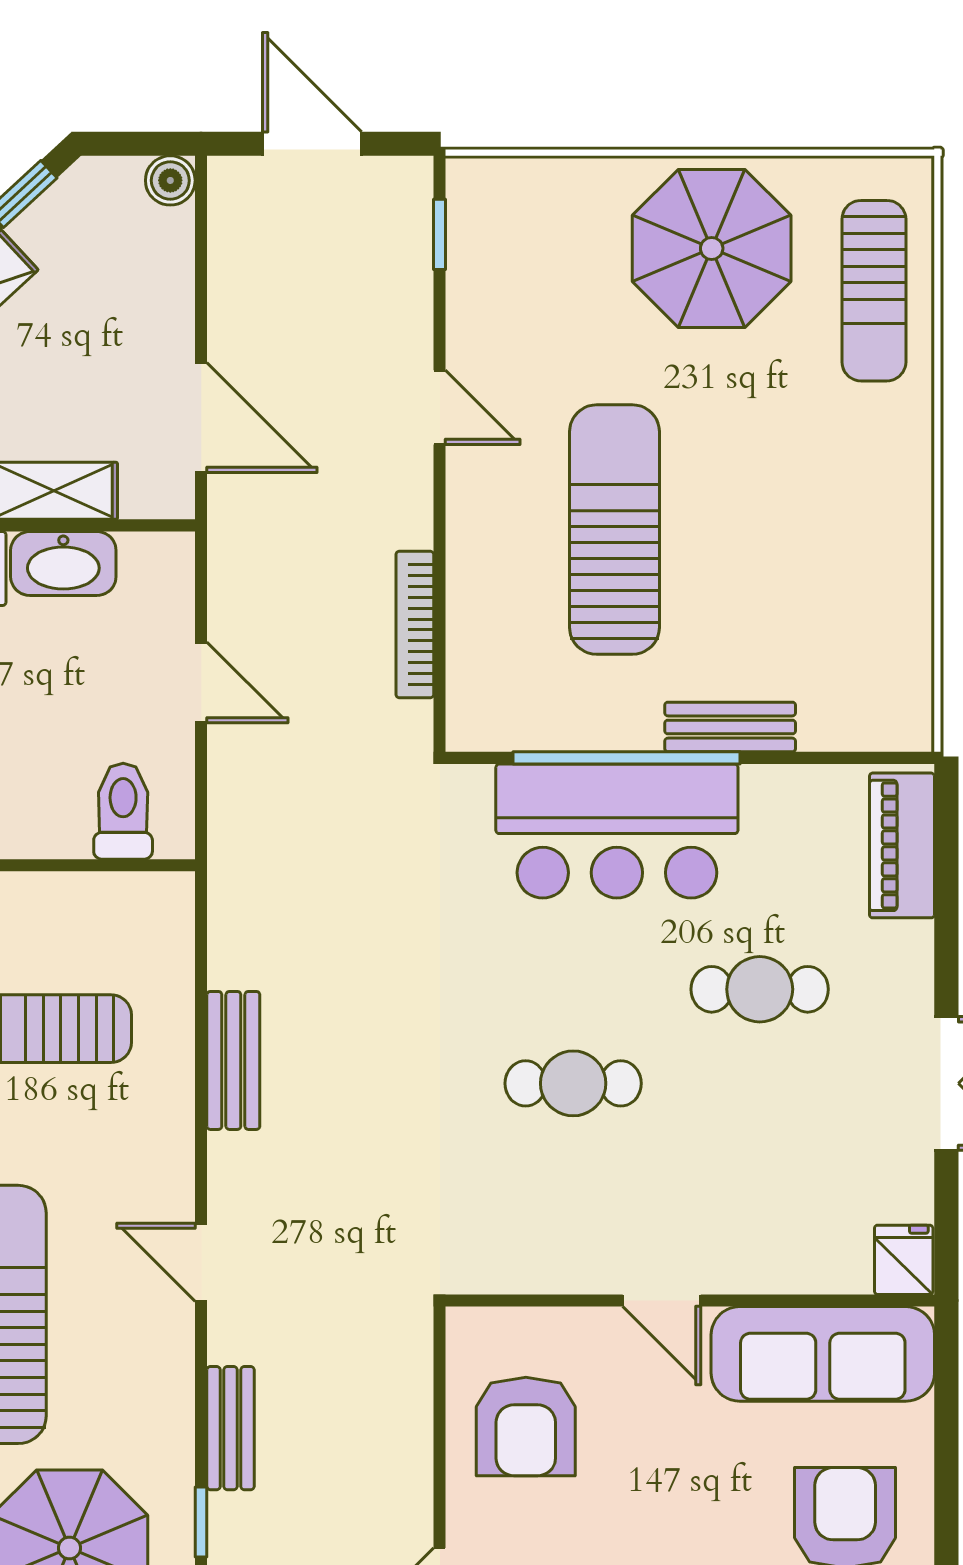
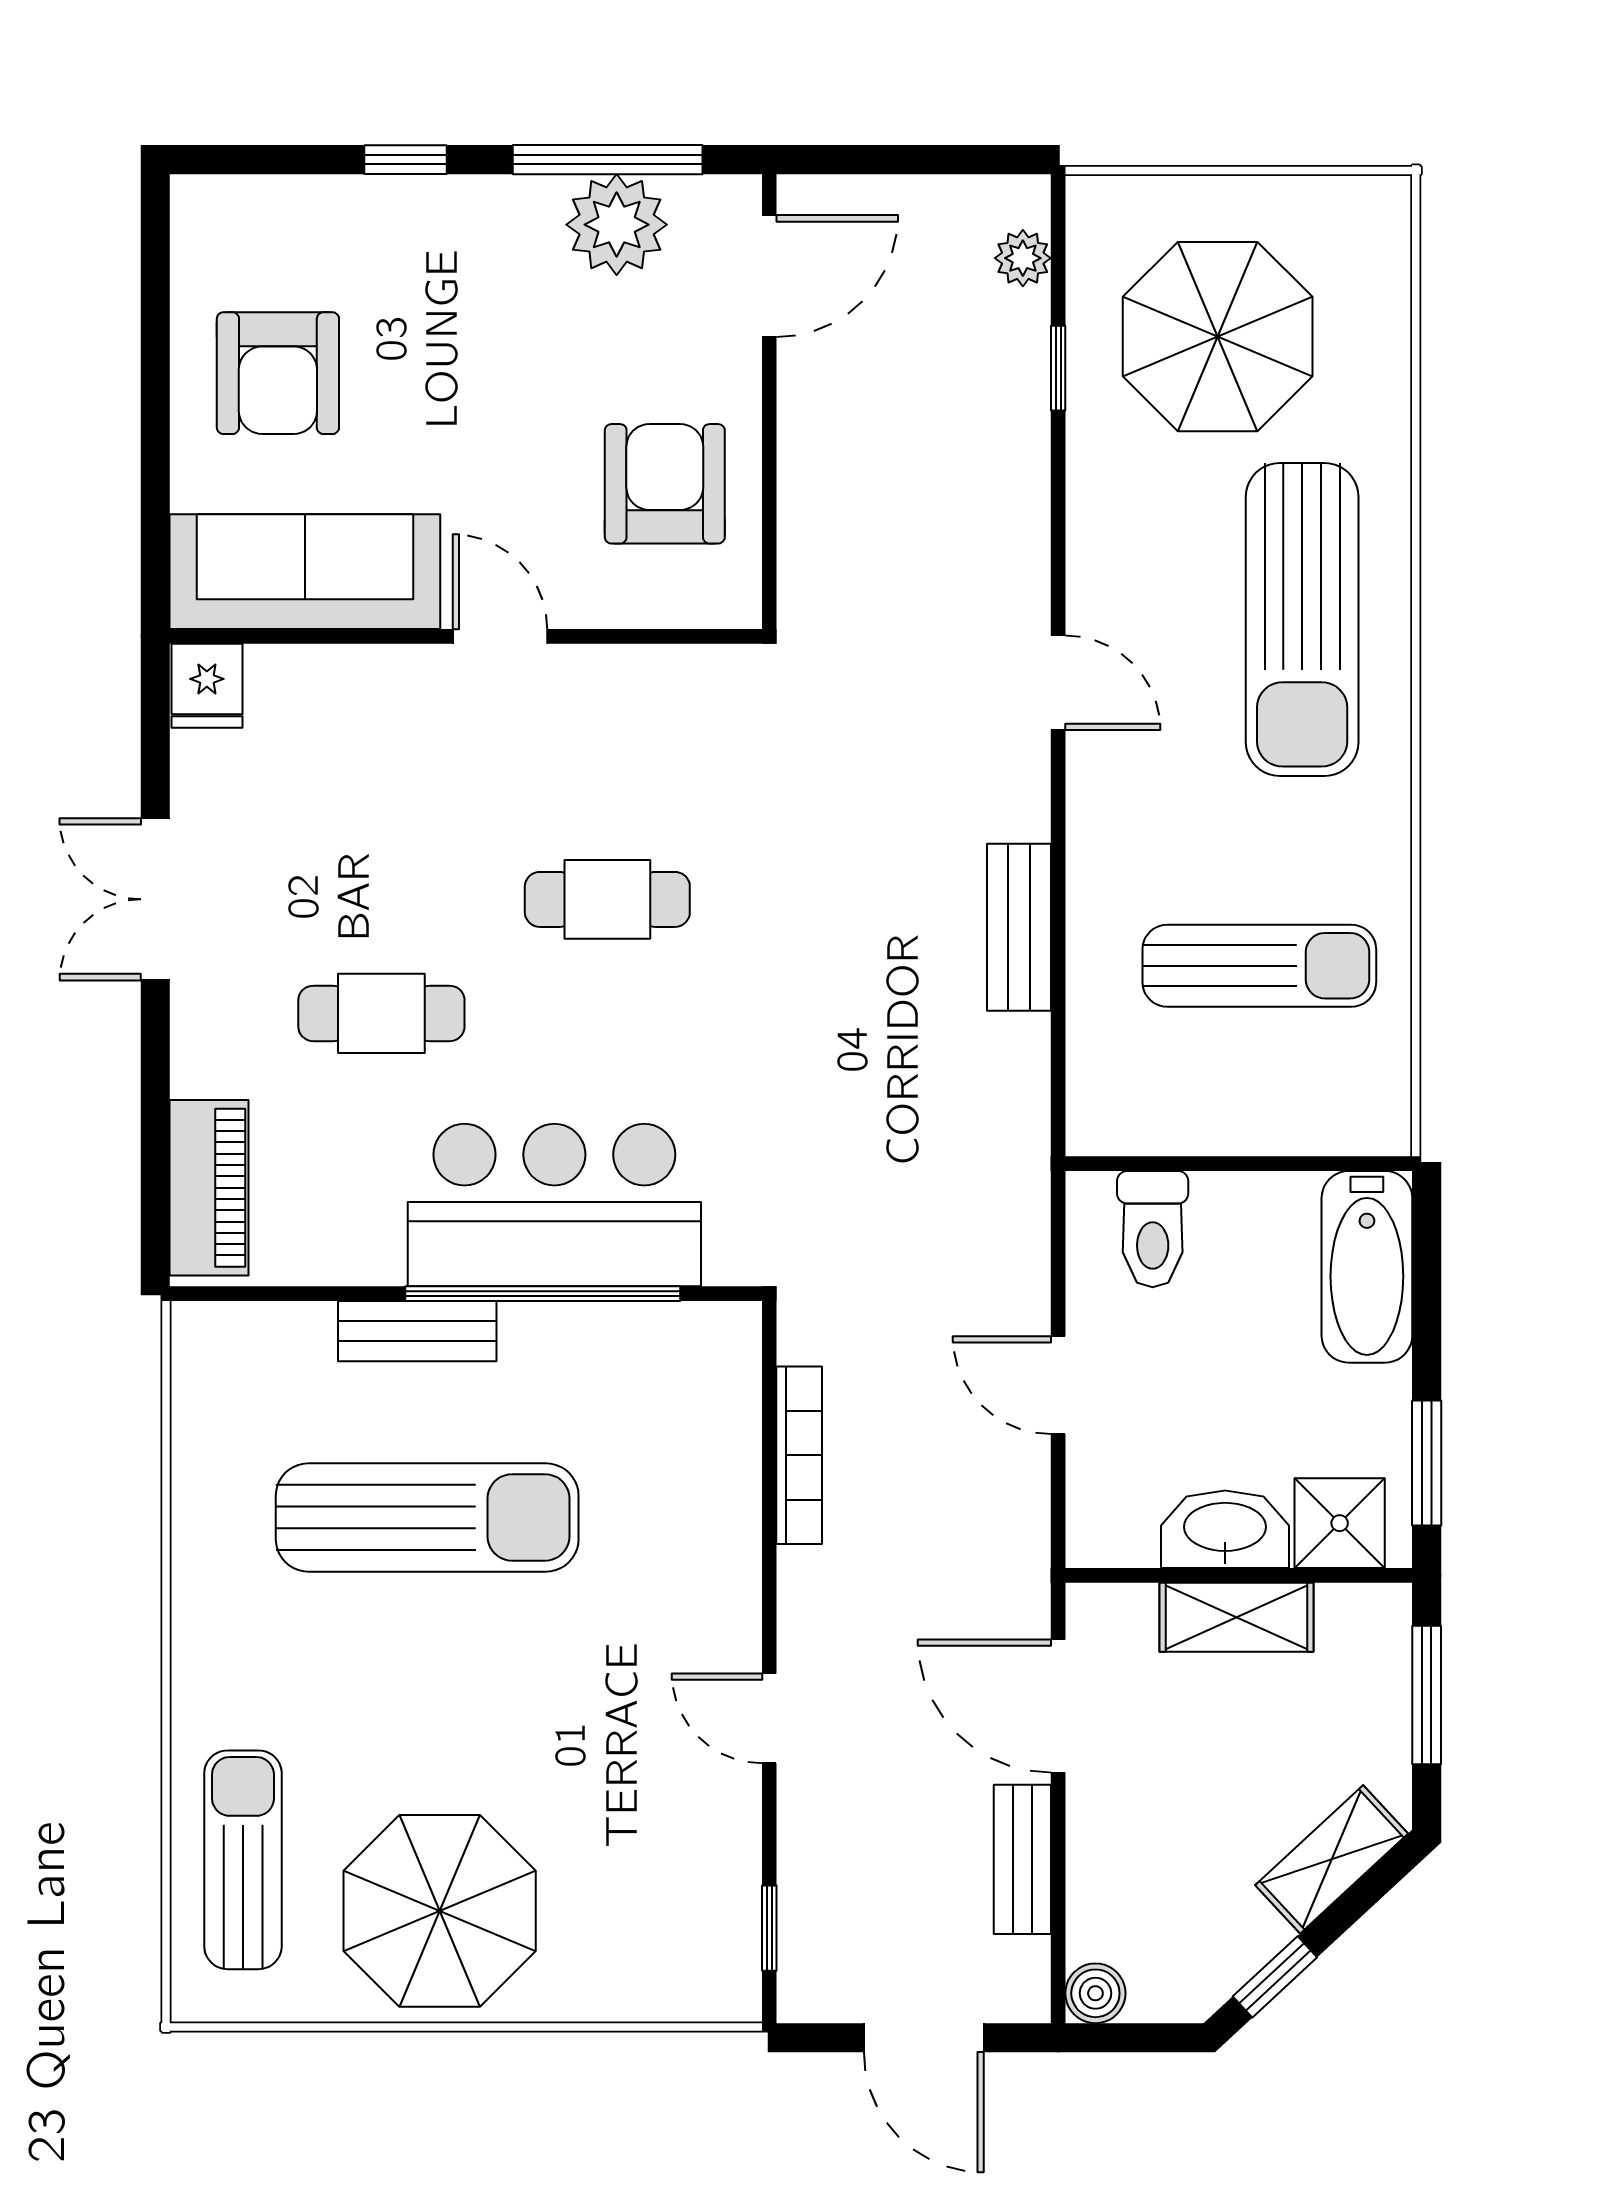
sun lounger: (614, 530) -> (427, 1517), moved, turned -90
bench: (231, 1428) -> (1022, 1859), moved

